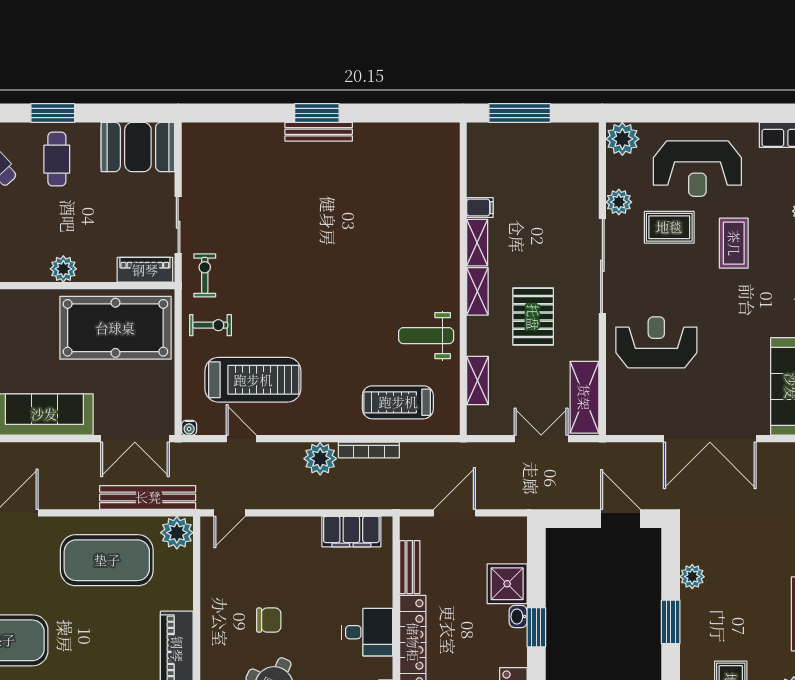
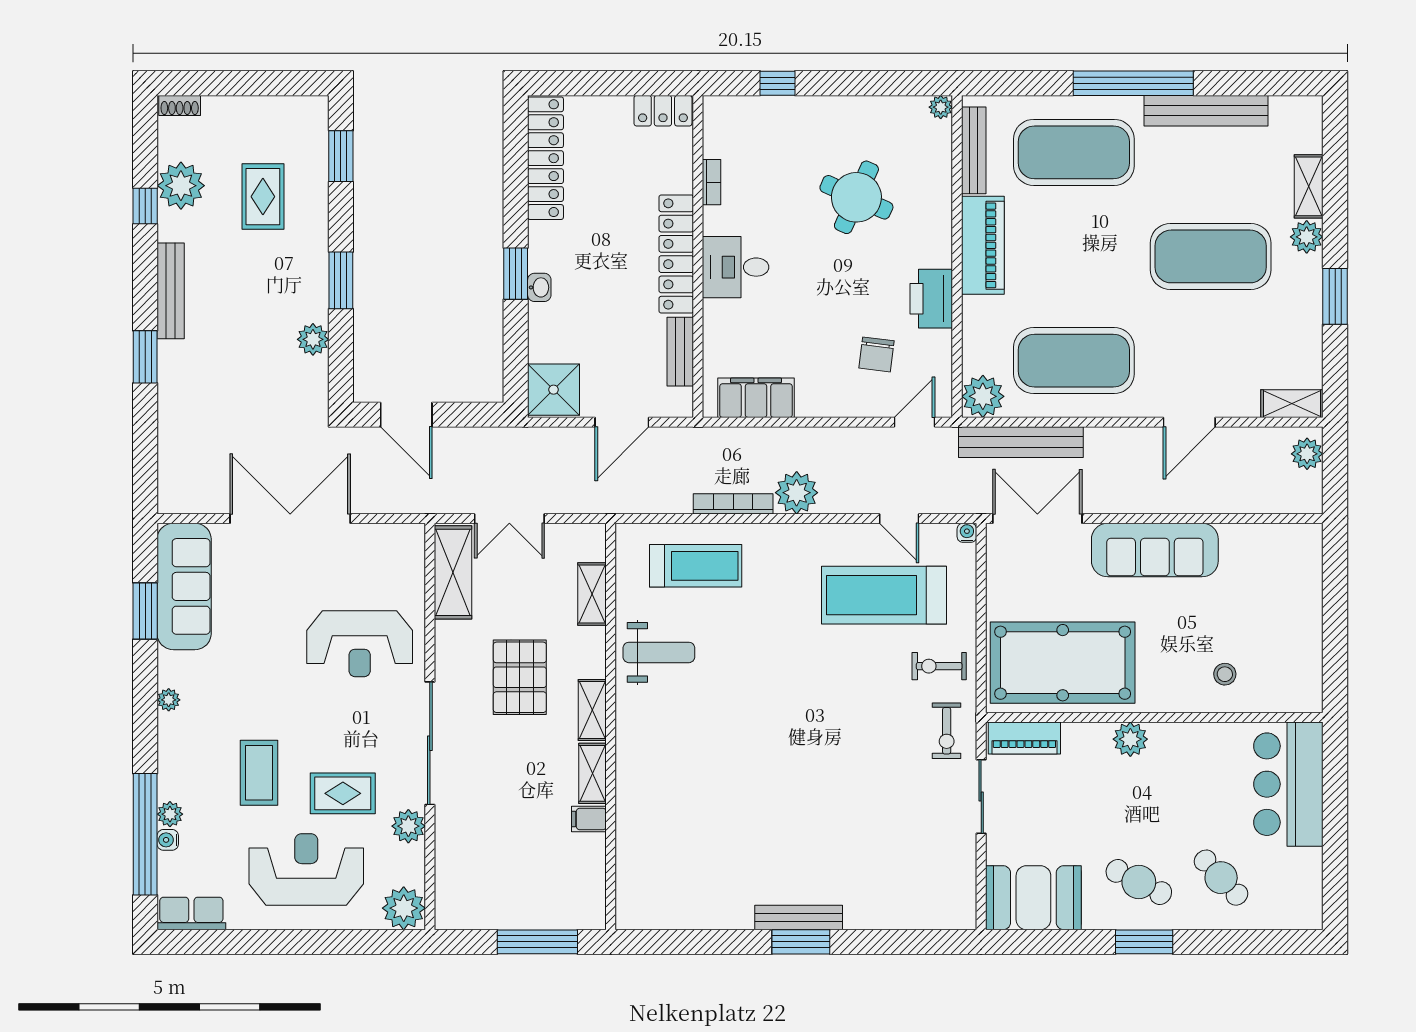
cafe table: (57, 159) -> (1139, 882), turned -63
shower: (507, 584) -> (554, 390), moved
printer: (217, 608) -> (931, 299), added
chair: (269, 620) -> (877, 354), moved, turned -83

